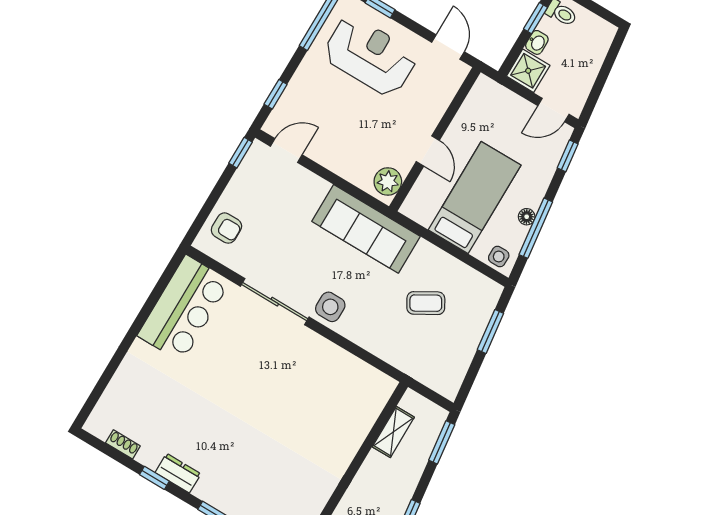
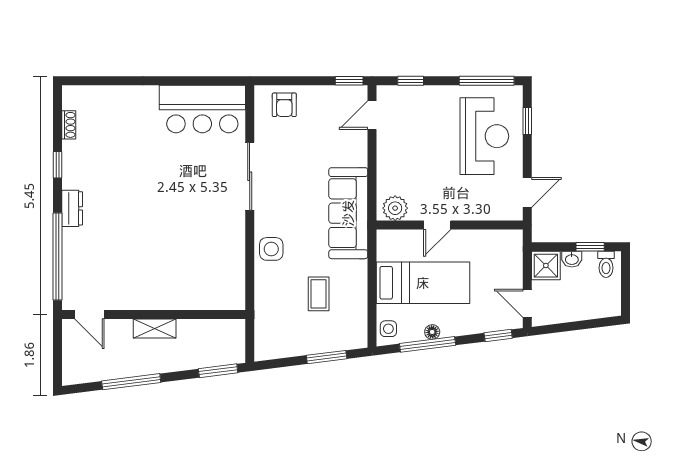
door: (286, 151) -> (372, 115), swing flipped
coffee table: (426, 303) -> (319, 294), turned 30
side table: (330, 307) -> (271, 249), moved
shelving: (393, 432) -> (155, 328), moved
dresser: (178, 473) -> (72, 208), moved

